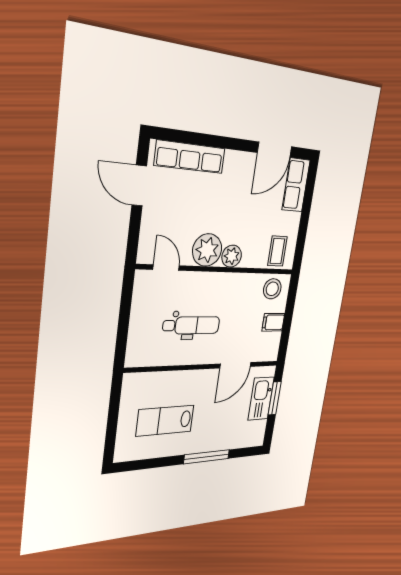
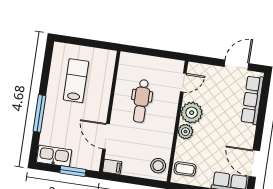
filing cabinet: (273, 322) -> (112, 167), moved, turned 90
kitchen sink: (261, 399) -> (54, 156), moved

